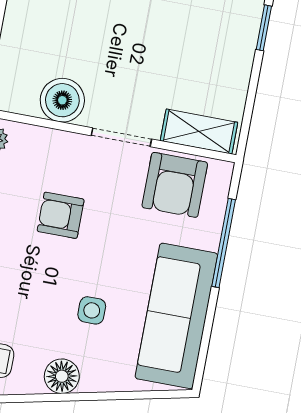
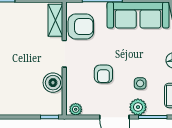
side table: (92, 310) -> (140, 83), moved

